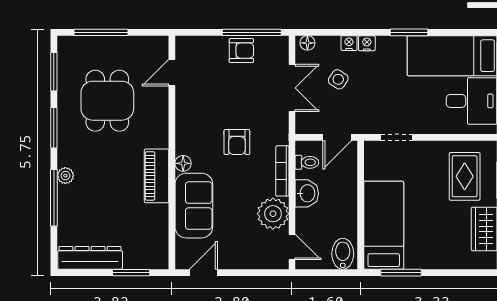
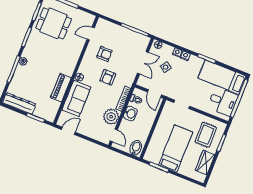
armchair: (241, 51) -> (104, 54), moved
dining table: (107, 101) -> (53, 23), moved, turned 90
door: (337, 137) -> (155, 94), hinge flipped
piano: (157, 176) -> (61, 88), moved
bed: (384, 225) -> (176, 149), moved

